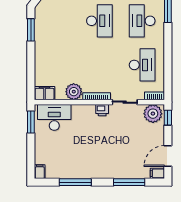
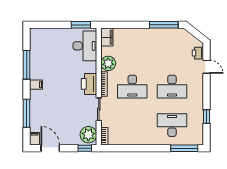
window: (31, 30) -> (164, 25), width x1.44
desk: (142, 65) -> (132, 87), moved
printer: (102, 110) -> (89, 84), width x1.87, depth x1.48
filing cabinet: (40, 172) -> (36, 85), moved

